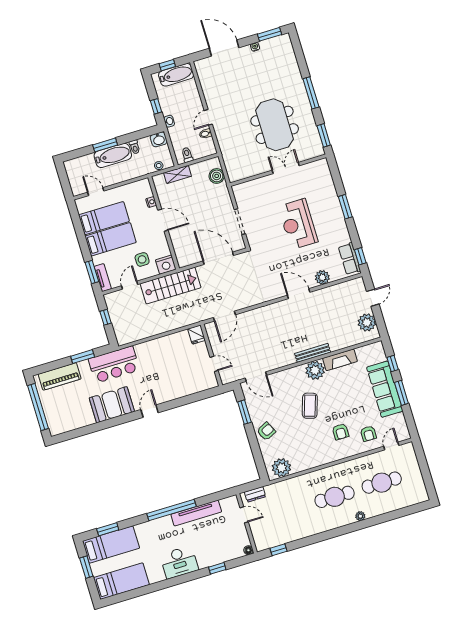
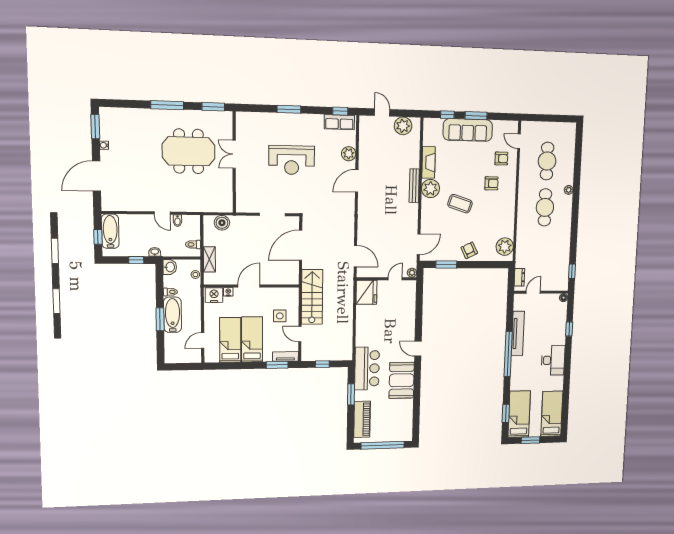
nightstand: (166, 265) -> (214, 295), moved, turned -90
fridge: (197, 335) -> (366, 292), width x1.88, depth x1.34
plant: (225, 379) -> (412, 273), added

